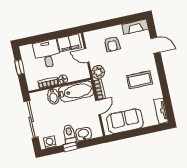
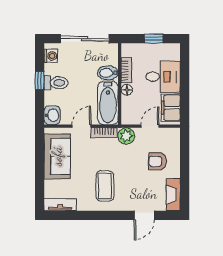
door: (98, 108) -> (82, 126), swing flipped
washbasin: (83, 134) -> (52, 115), moved

